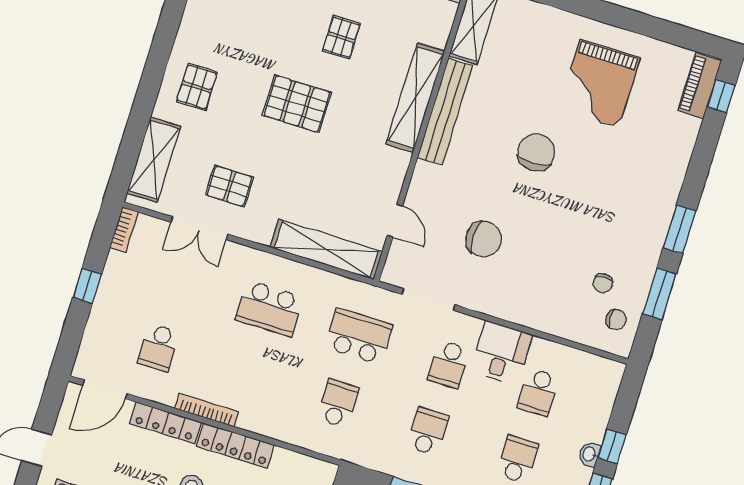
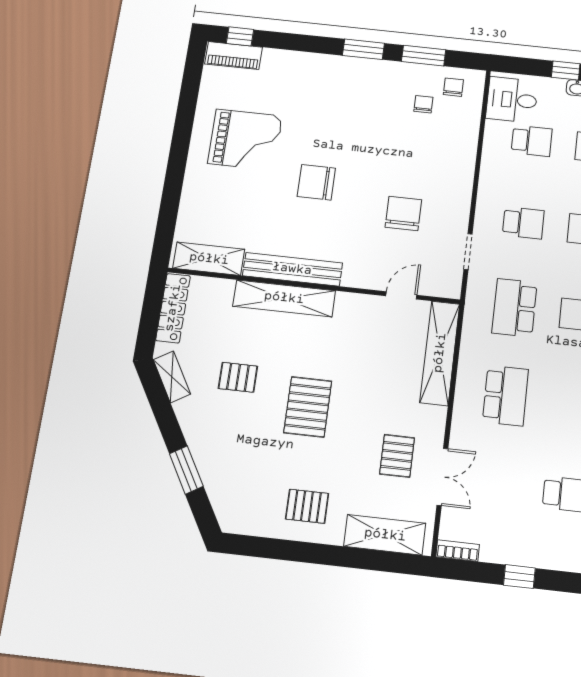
chair: (603, 283) -> (423, 104), turned -90
doorway: (429, 299) -> (468, 252), width x0.73
desk: (501, 353) -> (512, 100), moved

